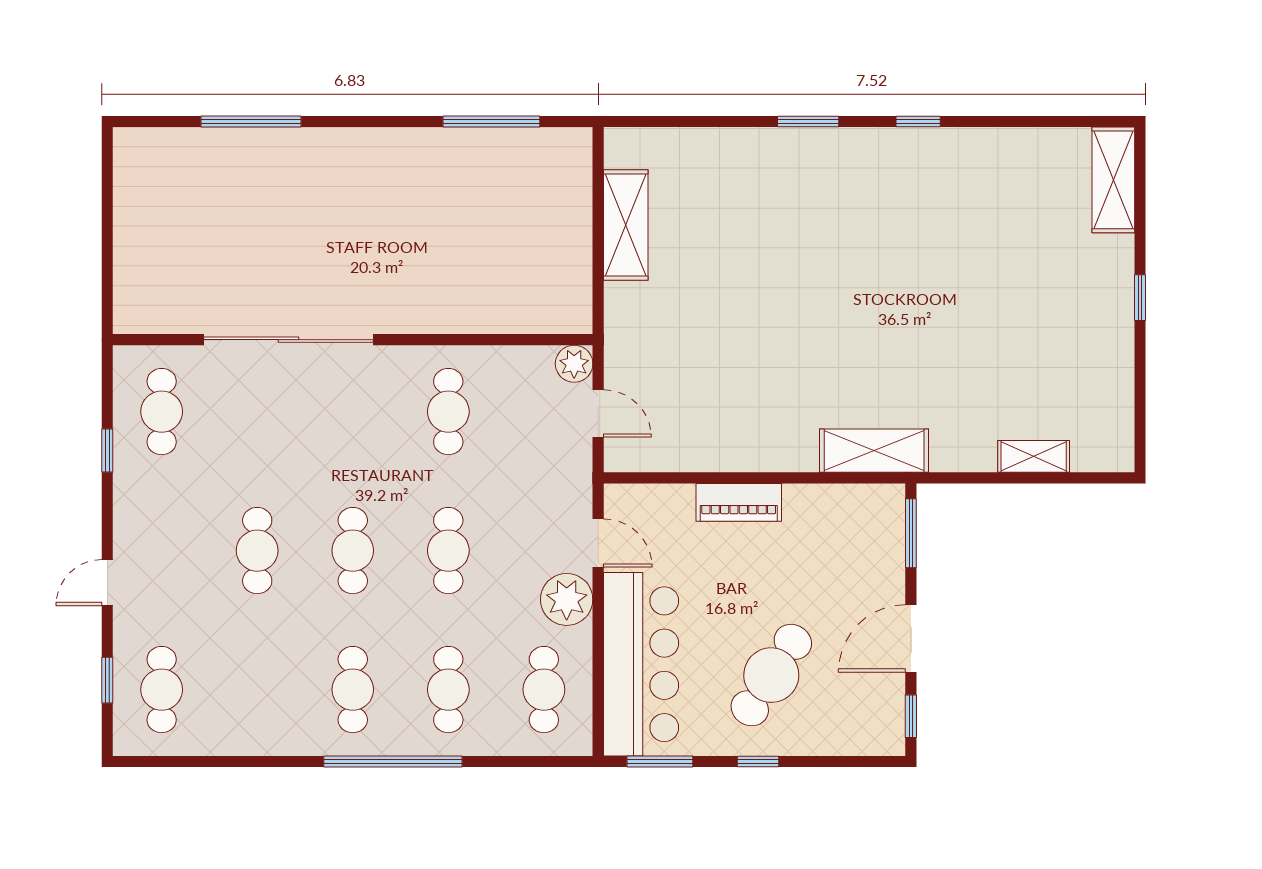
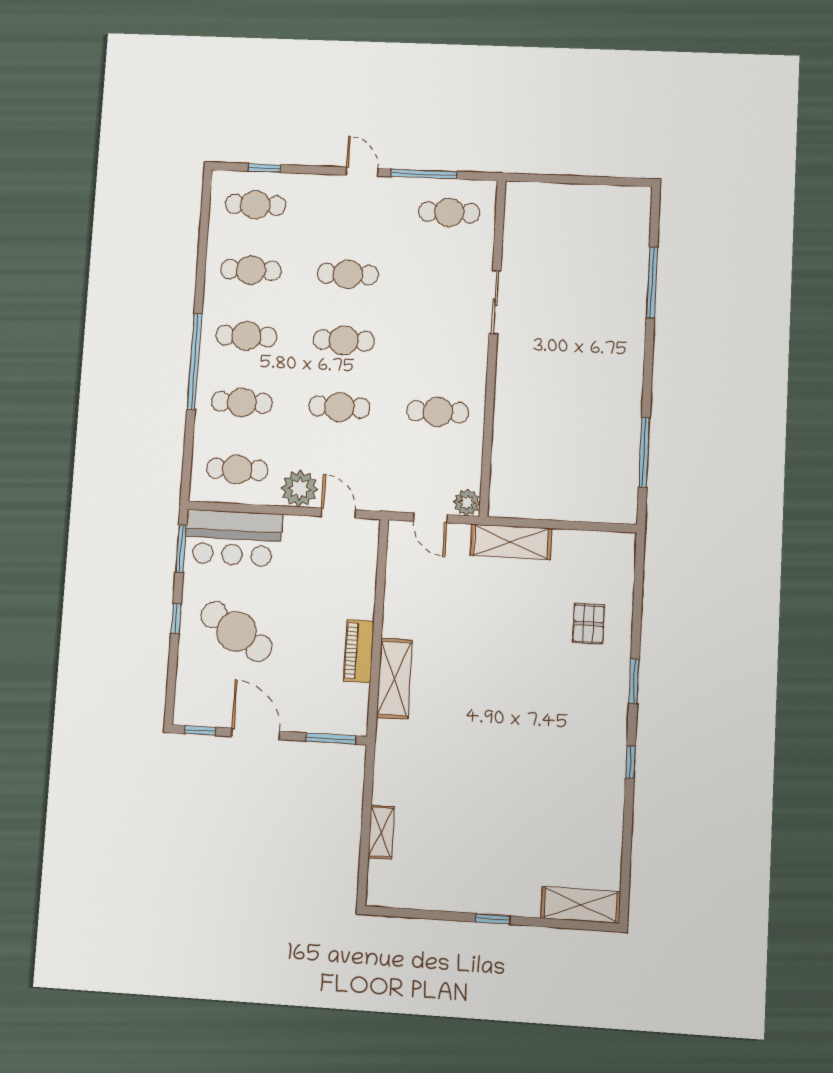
pallet: (733, 187) -> (588, 624), added
shelving: (626, 225) -> (511, 542), moved
sliding door: (288, 340) -> (495, 302), width x0.54
door: (598, 413) -> (430, 518), hinge flipped
window: (107, 451) -> (424, 174), width x2.17
shelving: (874, 451) -> (394, 679), moved
piano: (739, 502) -> (359, 651), moved
door: (598, 543) -> (338, 513), swing flipped
door: (107, 583) -> (362, 172), moved
bar counter: (641, 664) -> (233, 538), width x0.73
cafe table: (257, 690) -> (251, 270), added

